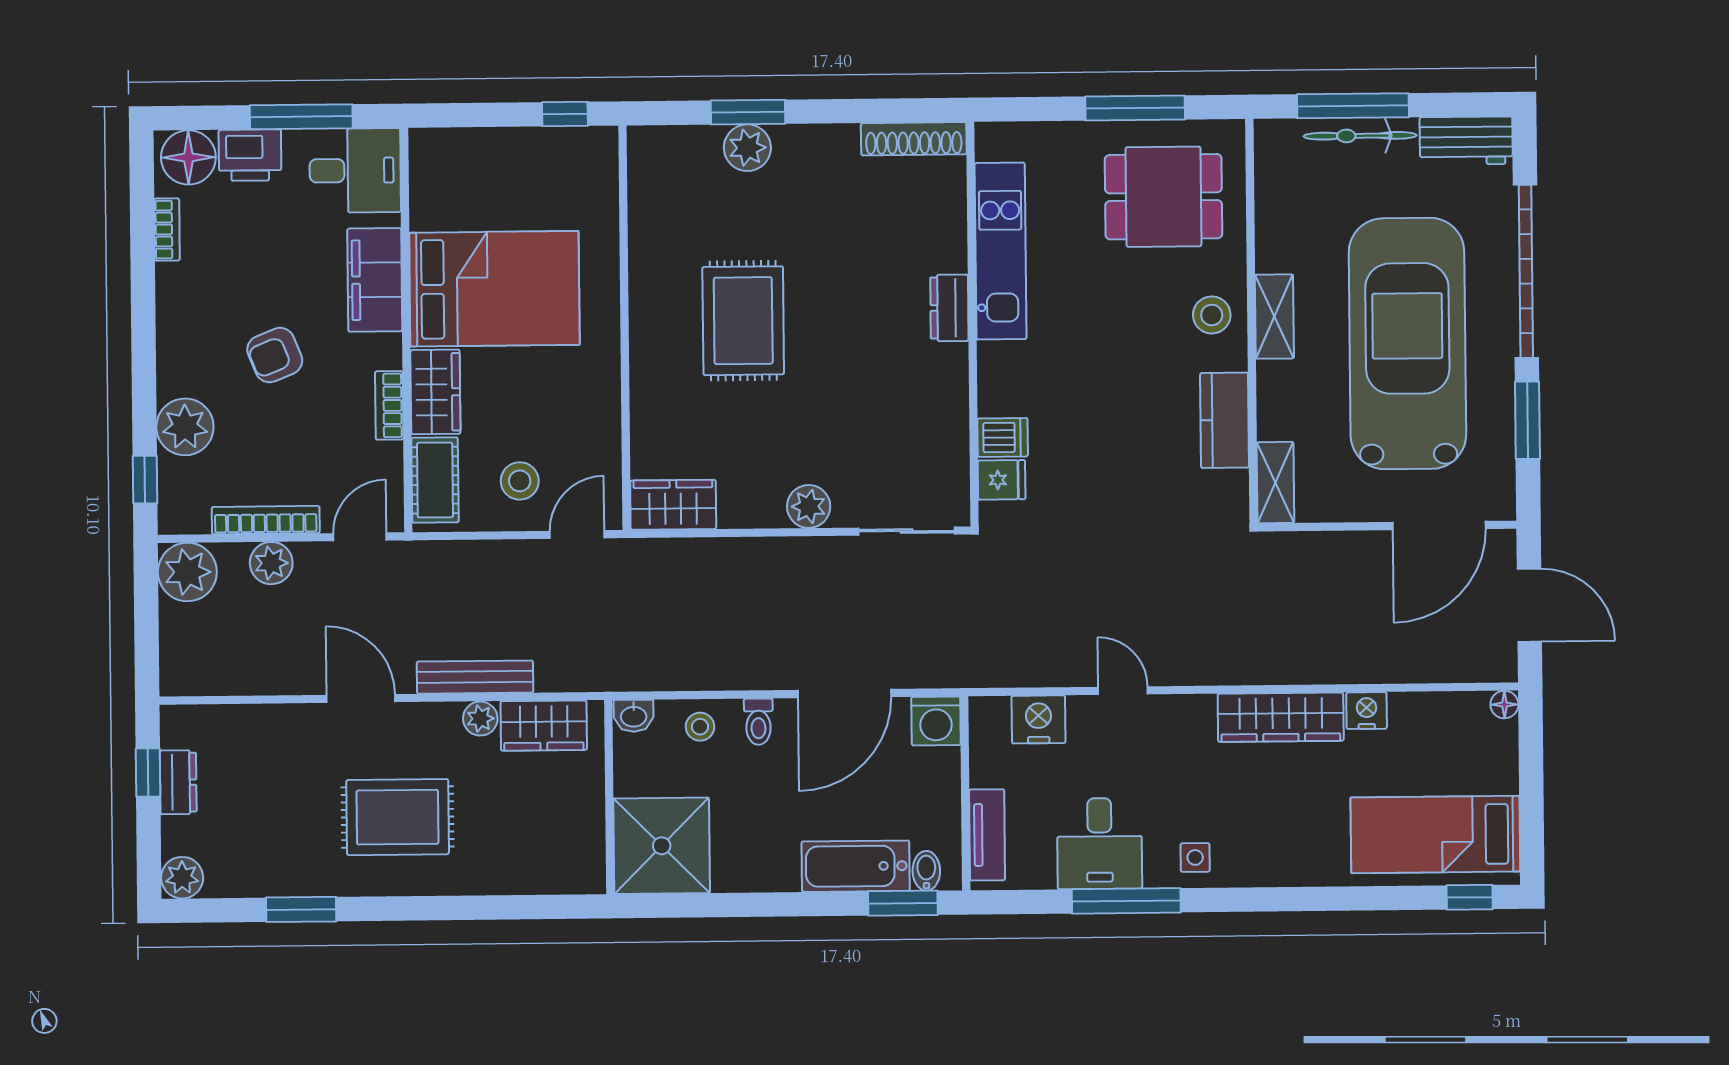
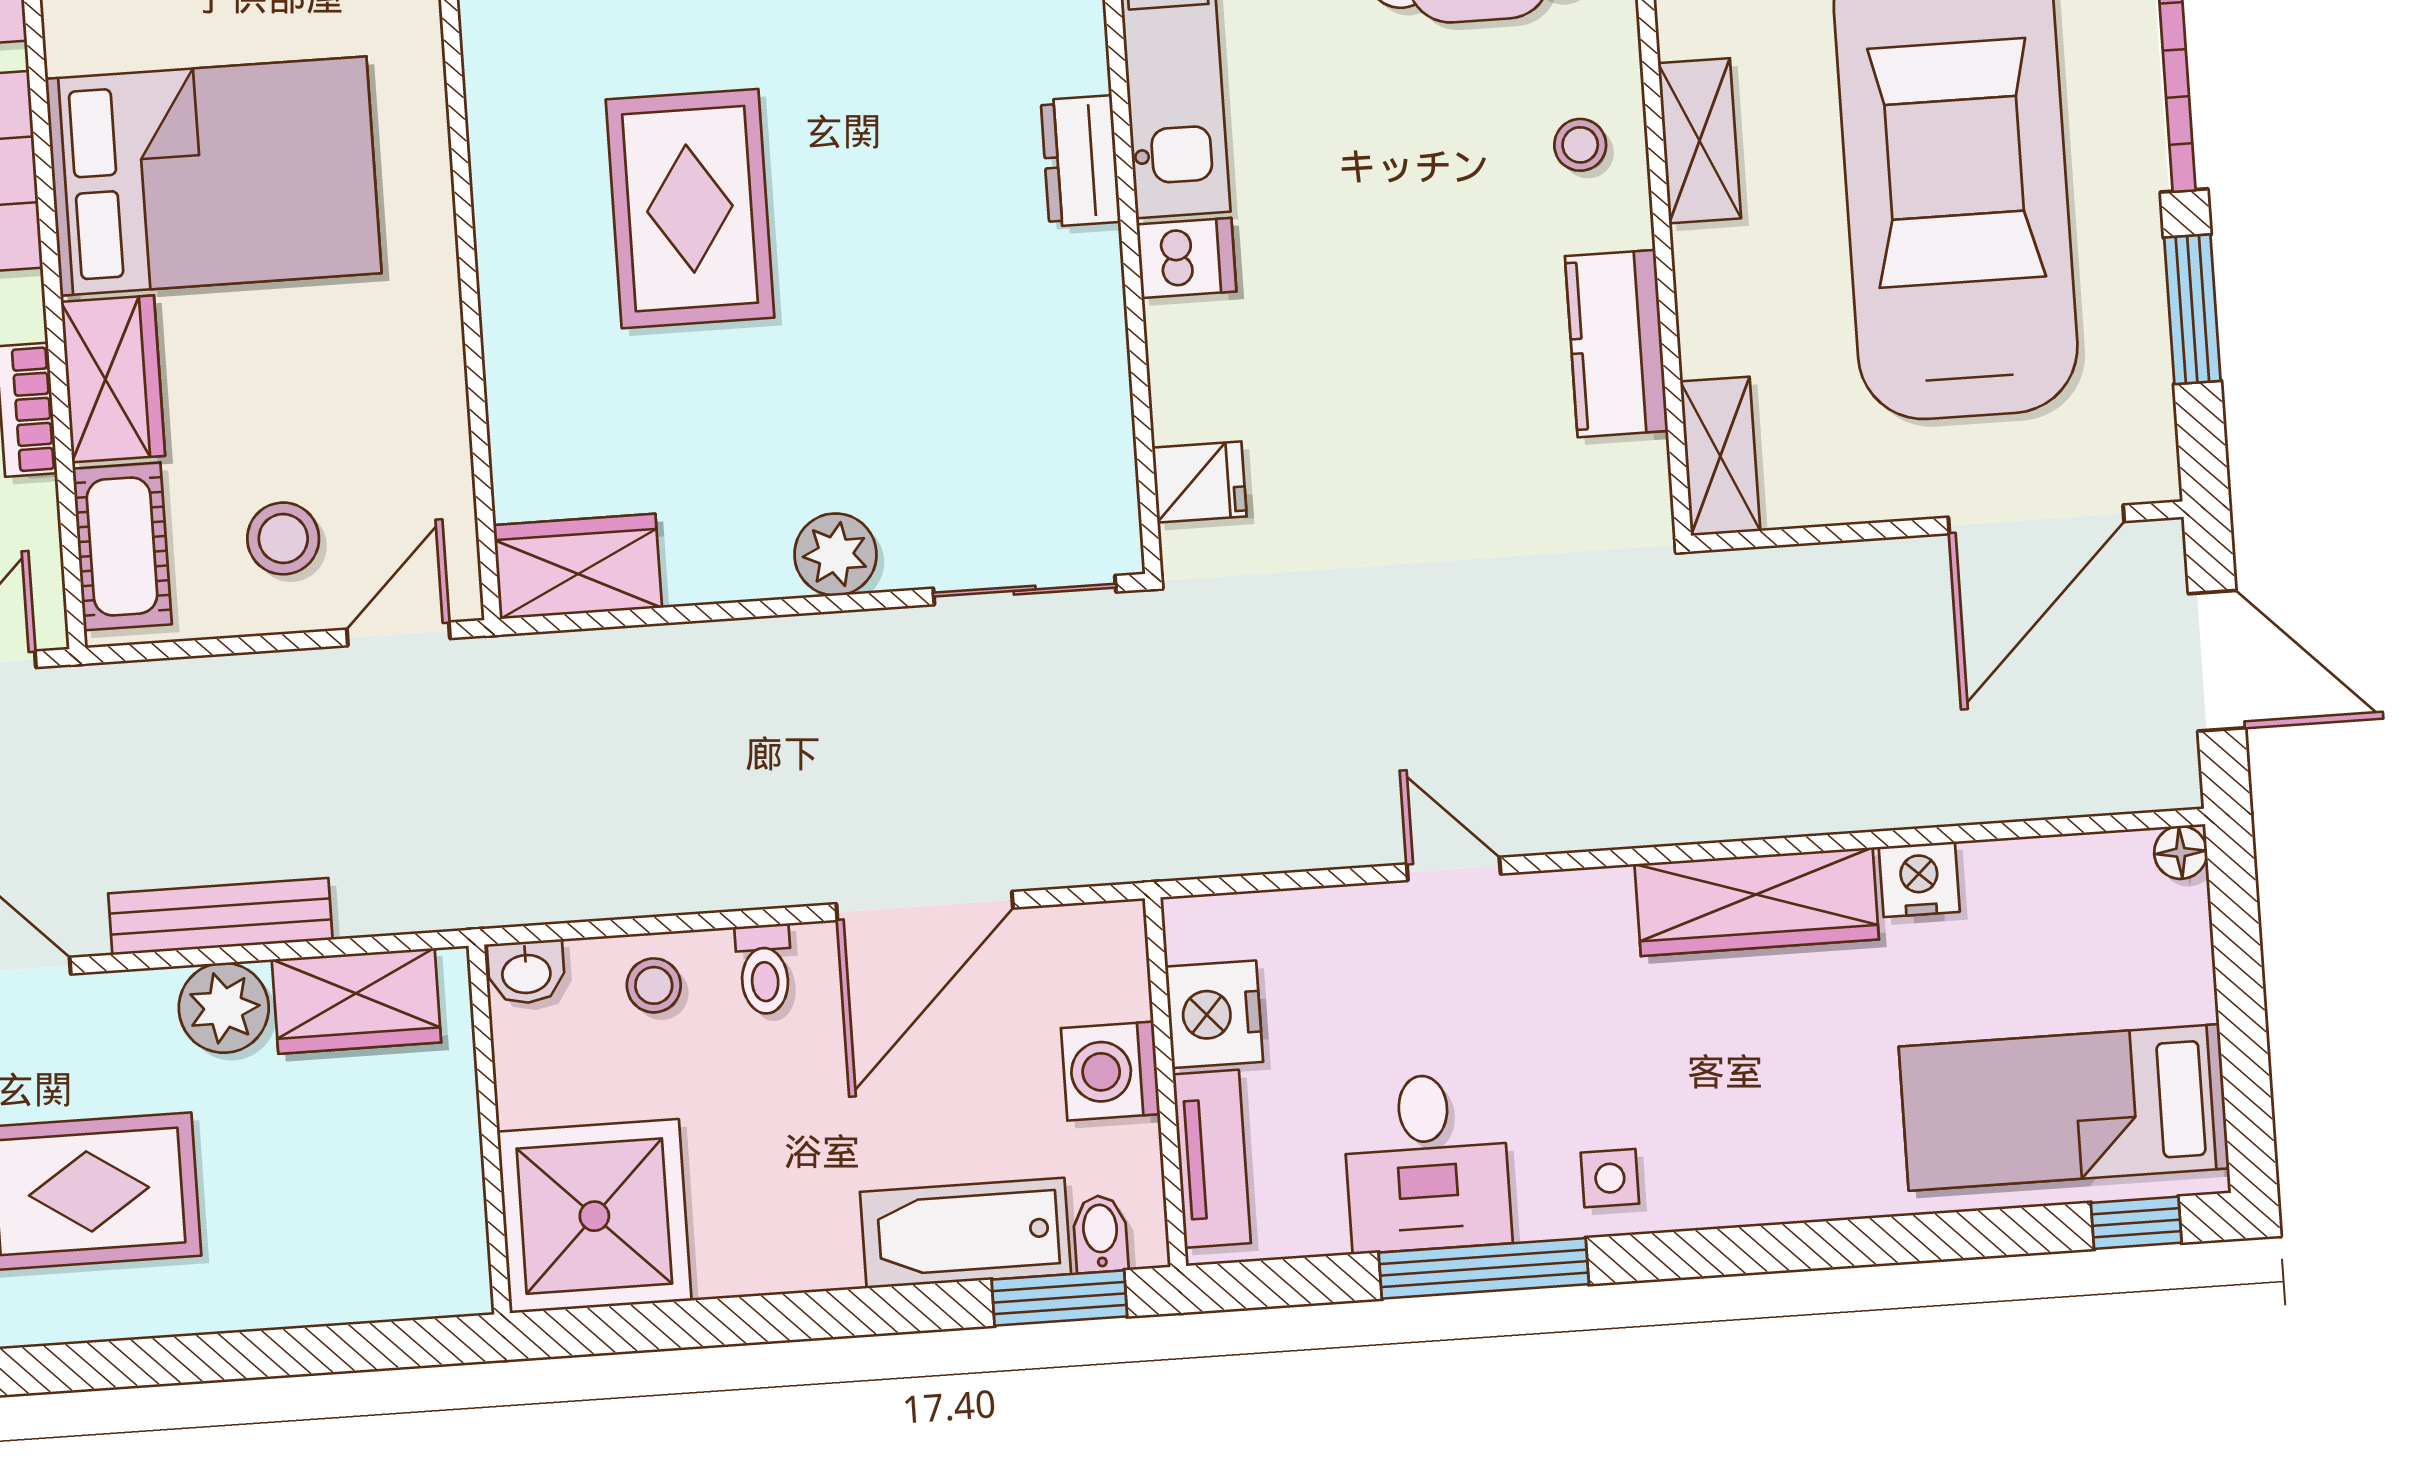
stool: (1212, 315) -> (1580, 145), width x0.73, depth x0.73
dishwasher: (1003, 437) -> (1186, 258), moved
plant: (480, 719) -> (224, 1008), width x1.38, depth x1.38
nightstand: (1039, 719) -> (1214, 1014), moved, turned -90
washing machine: (936, 721) -> (1110, 1071), moved, turned 90

